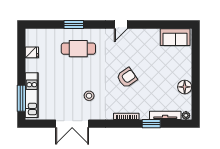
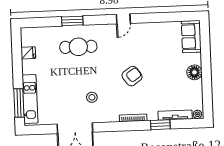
sofa: (175, 37) -> (191, 37), moved, turned 90
floor lamp: (185, 87) -> (194, 72), moved

